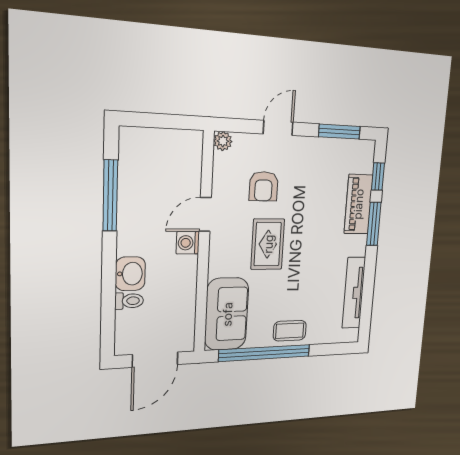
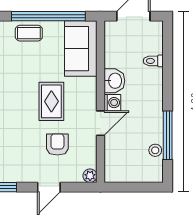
stool: (129, 174) -> (155, 150), added
washbasin: (130, 274) -> (114, 81), moved, turned 180

